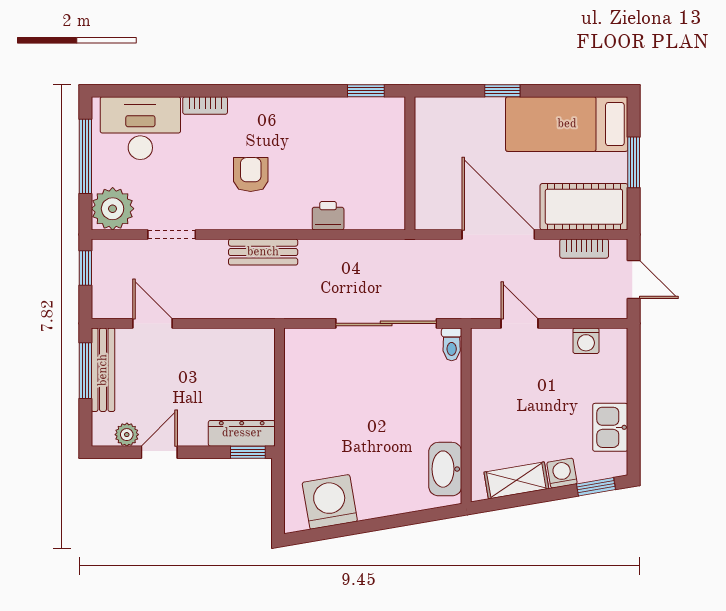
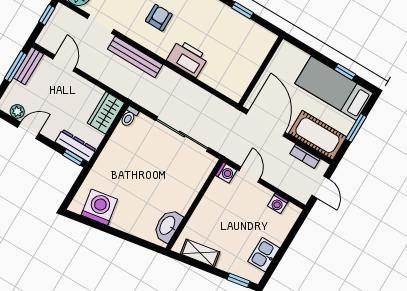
window: (502, 91) -> (345, 72), moved
wall: (410, 163) -> (261, 71), moved
printer: (328, 216) -> (188, 59), width x1.87, depth x1.48
bench: (263, 252) -> (135, 57), width x1.36
toilet: (452, 344) -> (129, 117), moved
wardrobe: (257, 359) -> (106, 113), added
bench: (103, 370) -> (28, 66), width x0.73
washing machine: (562, 473) -> (226, 173), moved, turned 100

